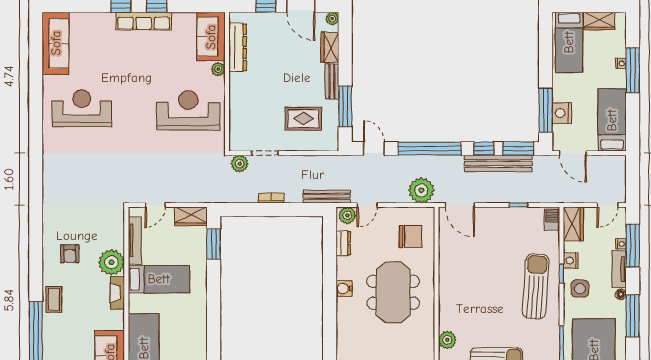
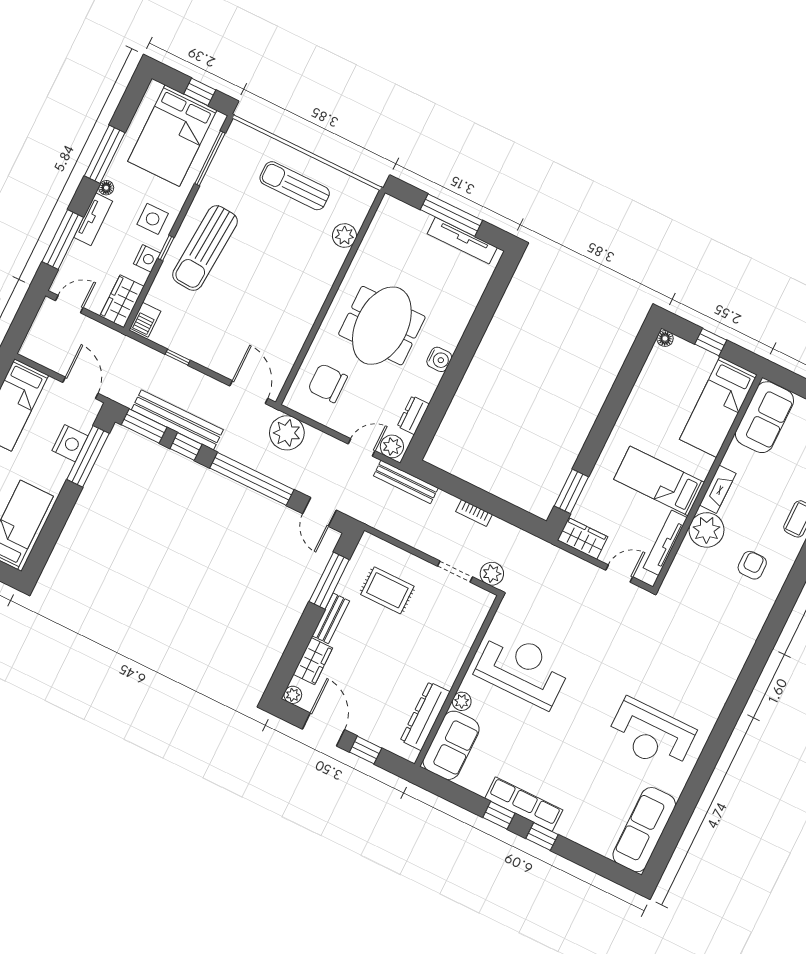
reception desk: (188, 110) -> (523, 669), turned 180
nightstand: (621, 244) -> (76, 249), removed

